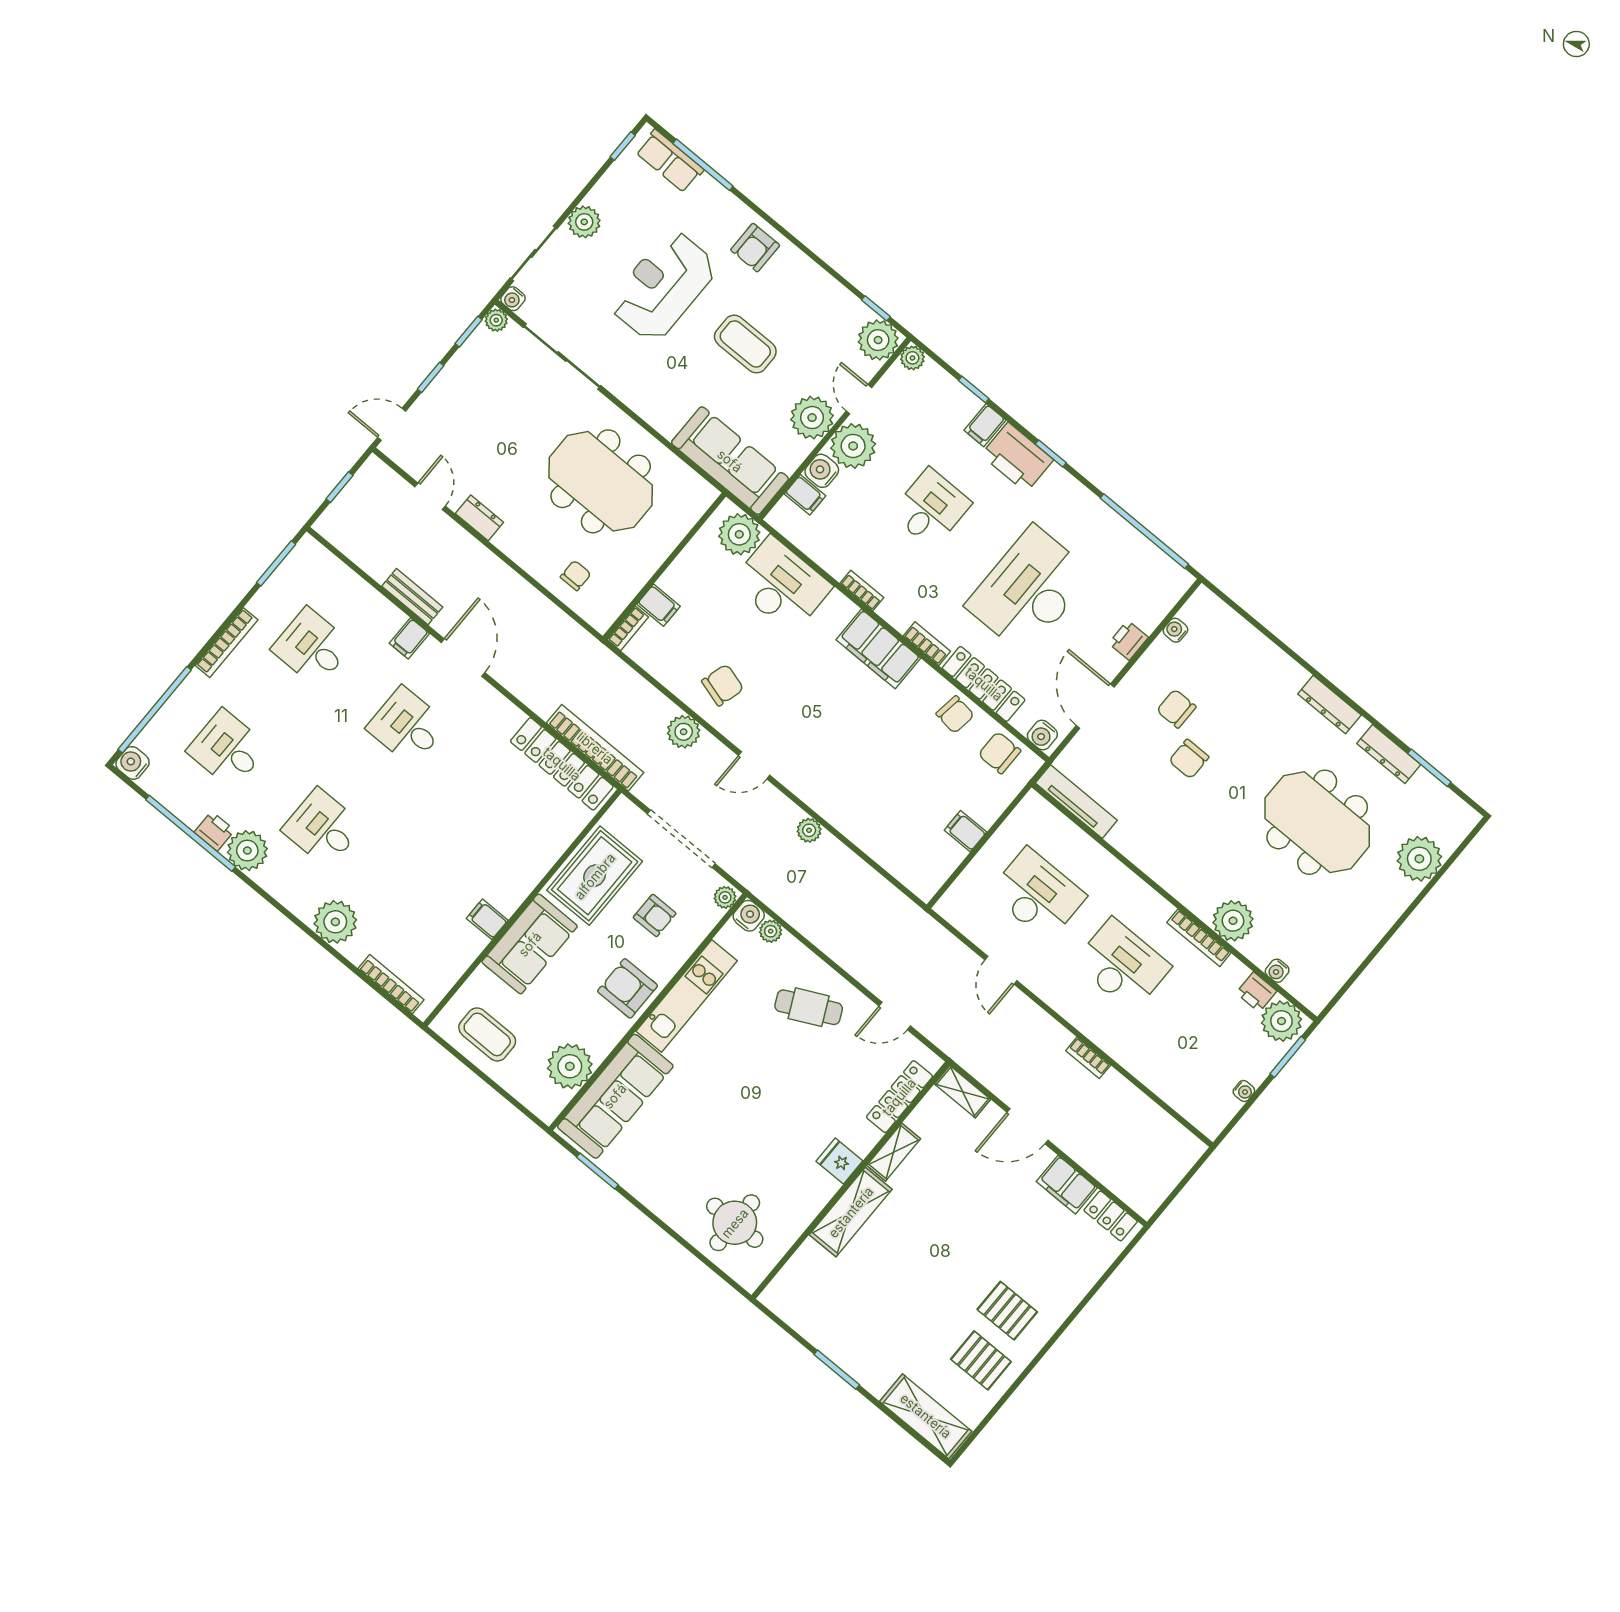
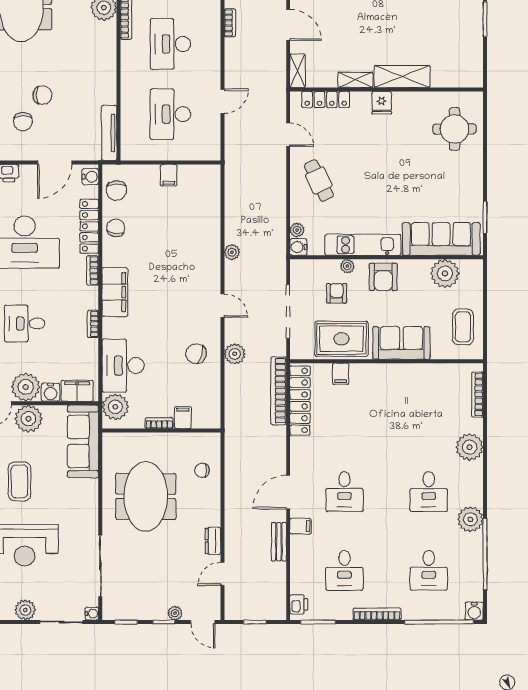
plant: (496, 320) -> (175, 613), moved
filing cabinet: (805, 495) -> (77, 391), width x2.00
bookcase: (628, 628) -> (159, 423), moved
printer: (214, 831) -> (299, 604), moved, turned 180
plant: (725, 897) -> (347, 266), moved
filing cabinet: (487, 919) -> (341, 374), moved

